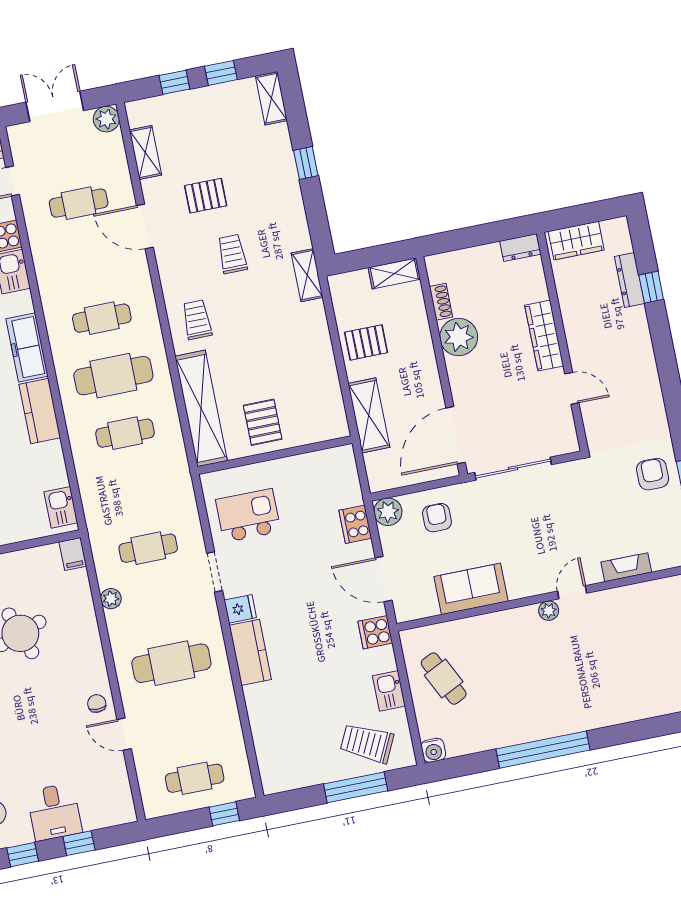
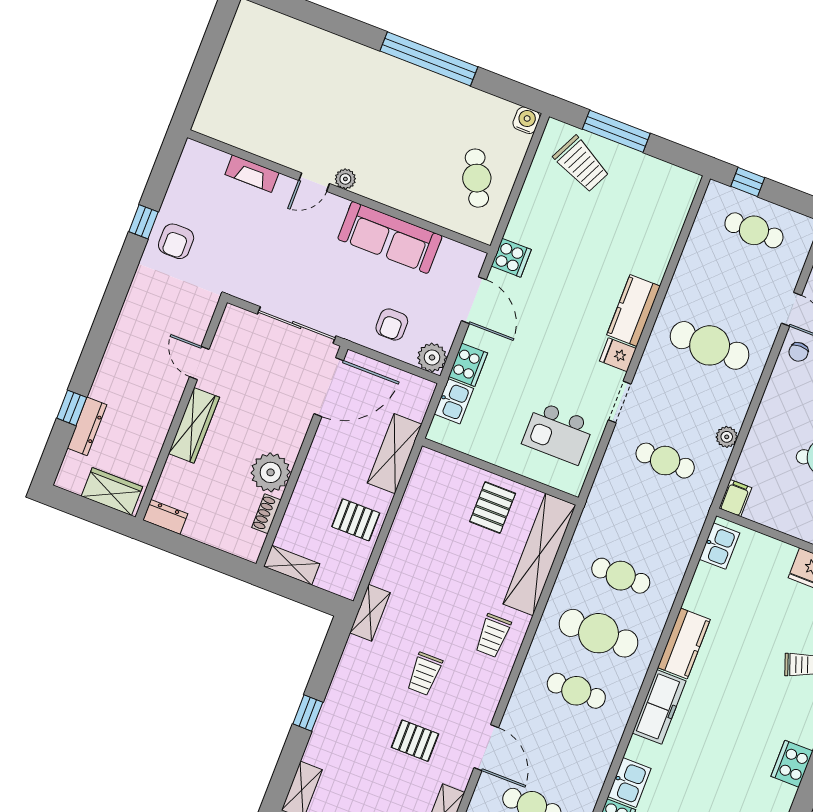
sofa: (471, 589) -> (390, 237), width x1.36
kitchen sink: (389, 691) -> (454, 401), moved

